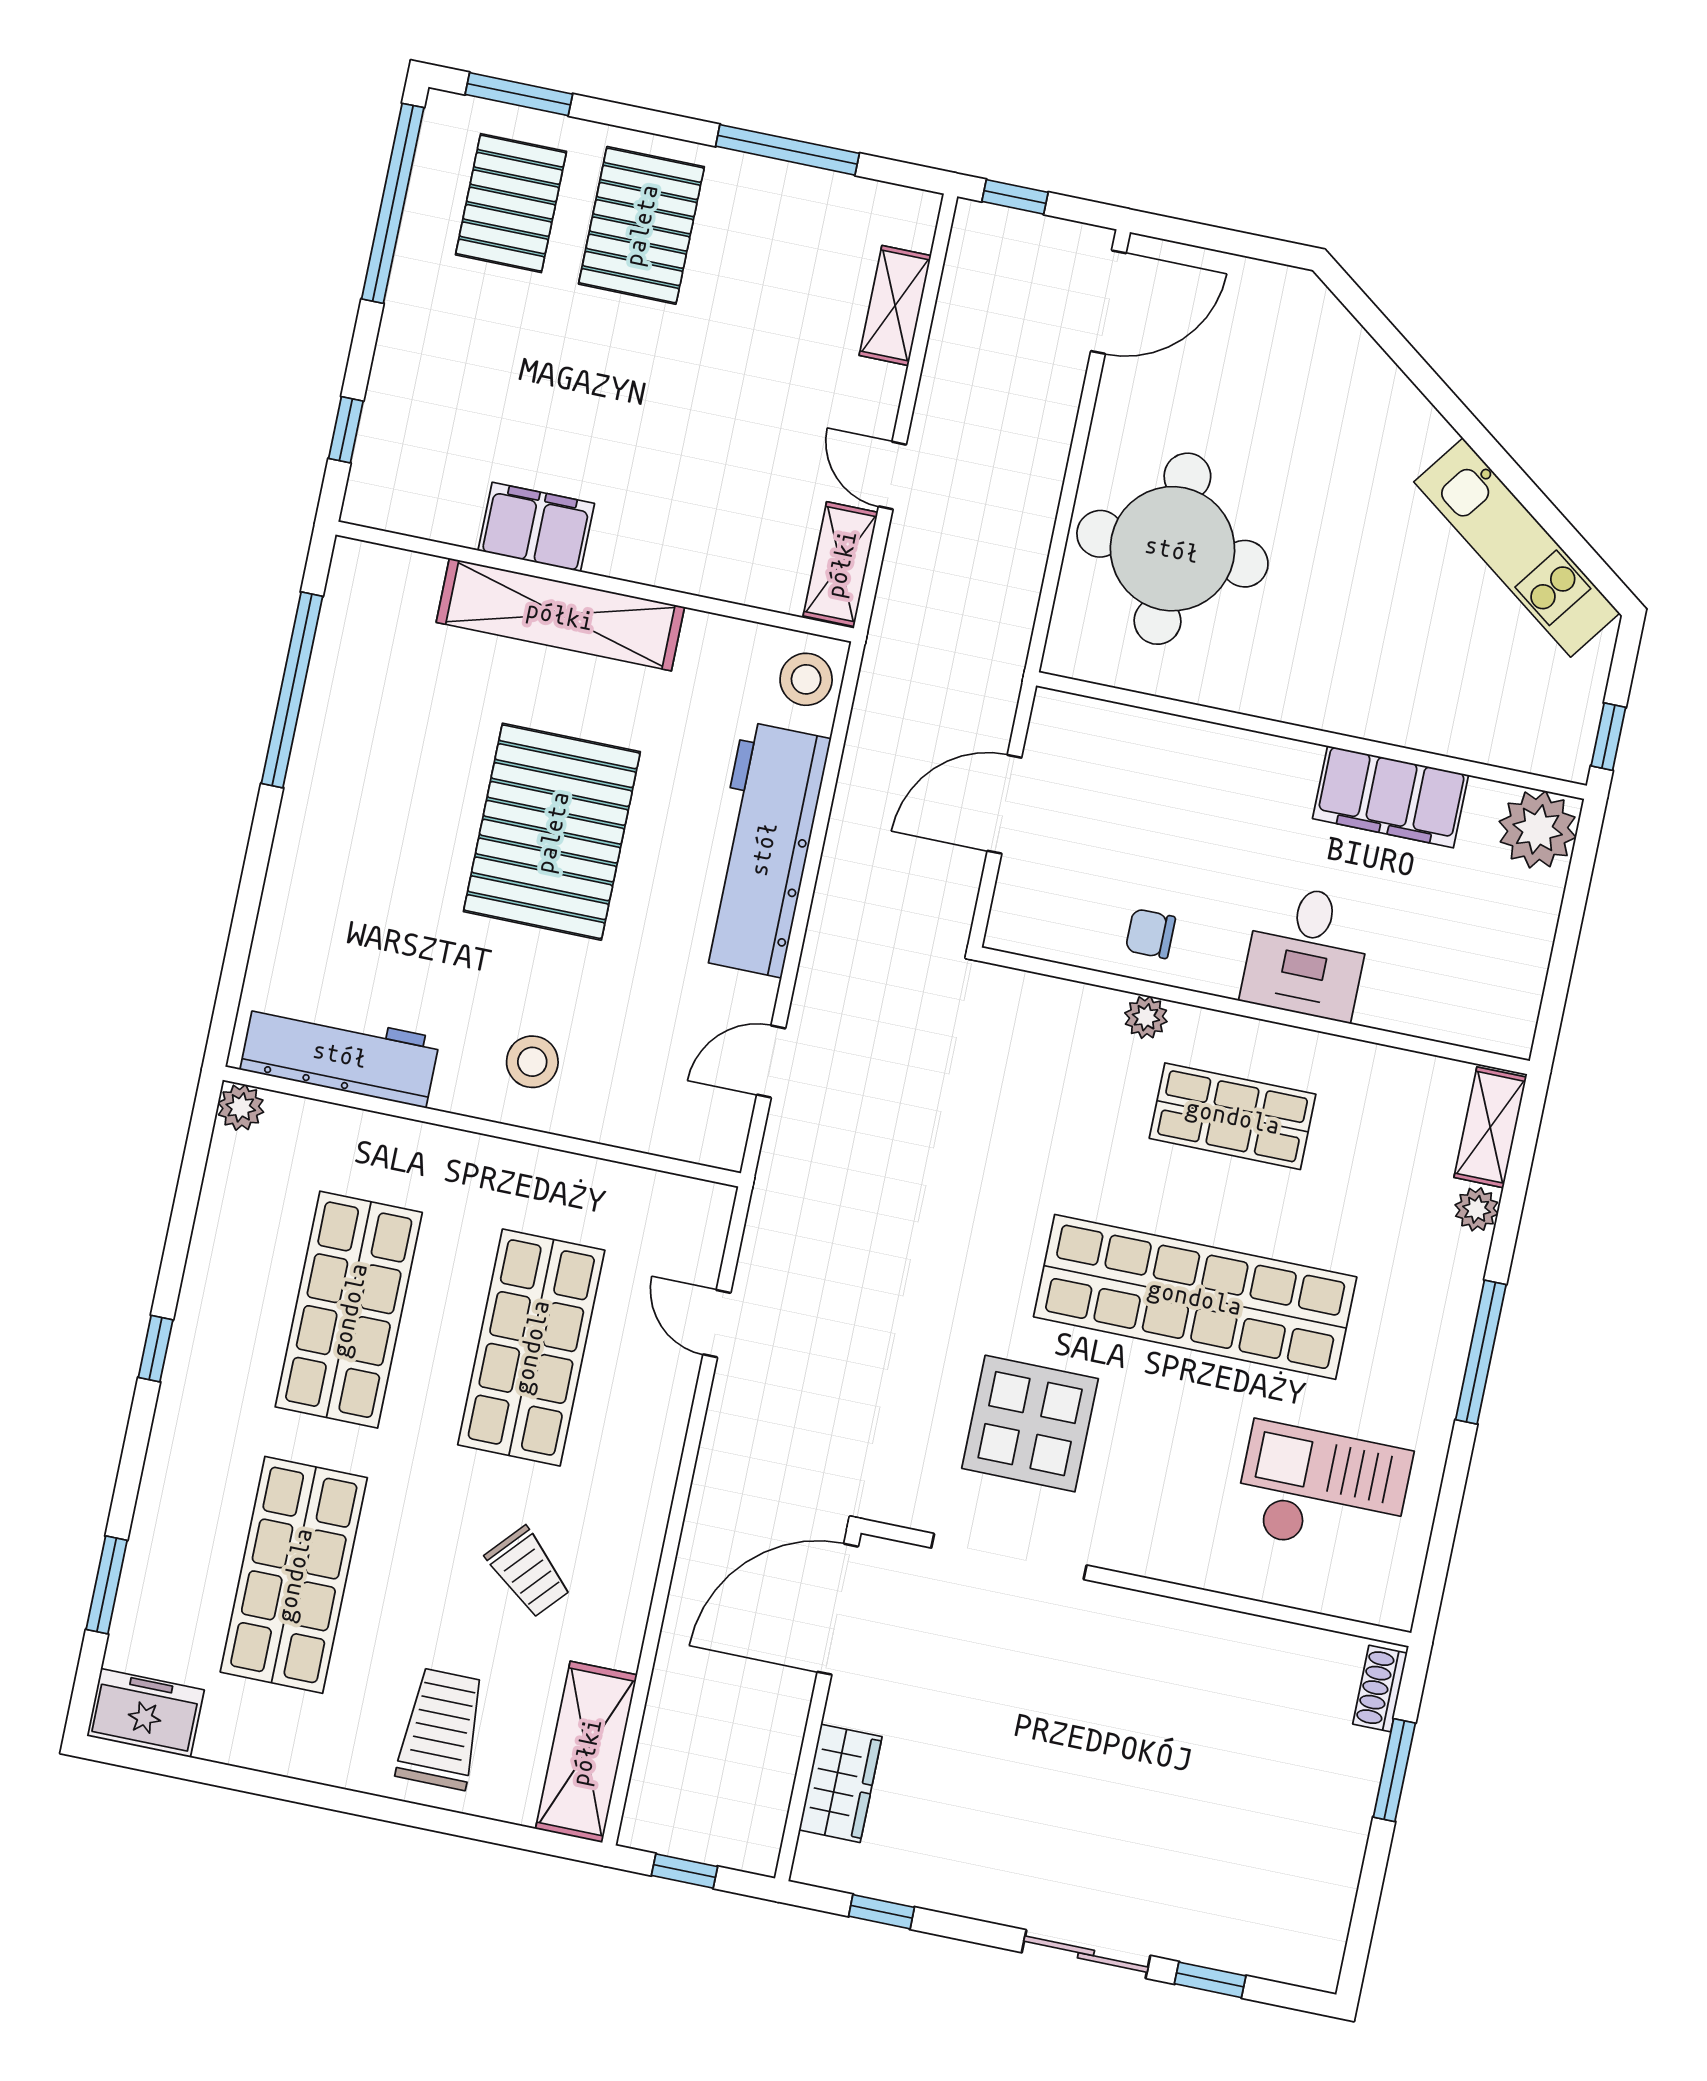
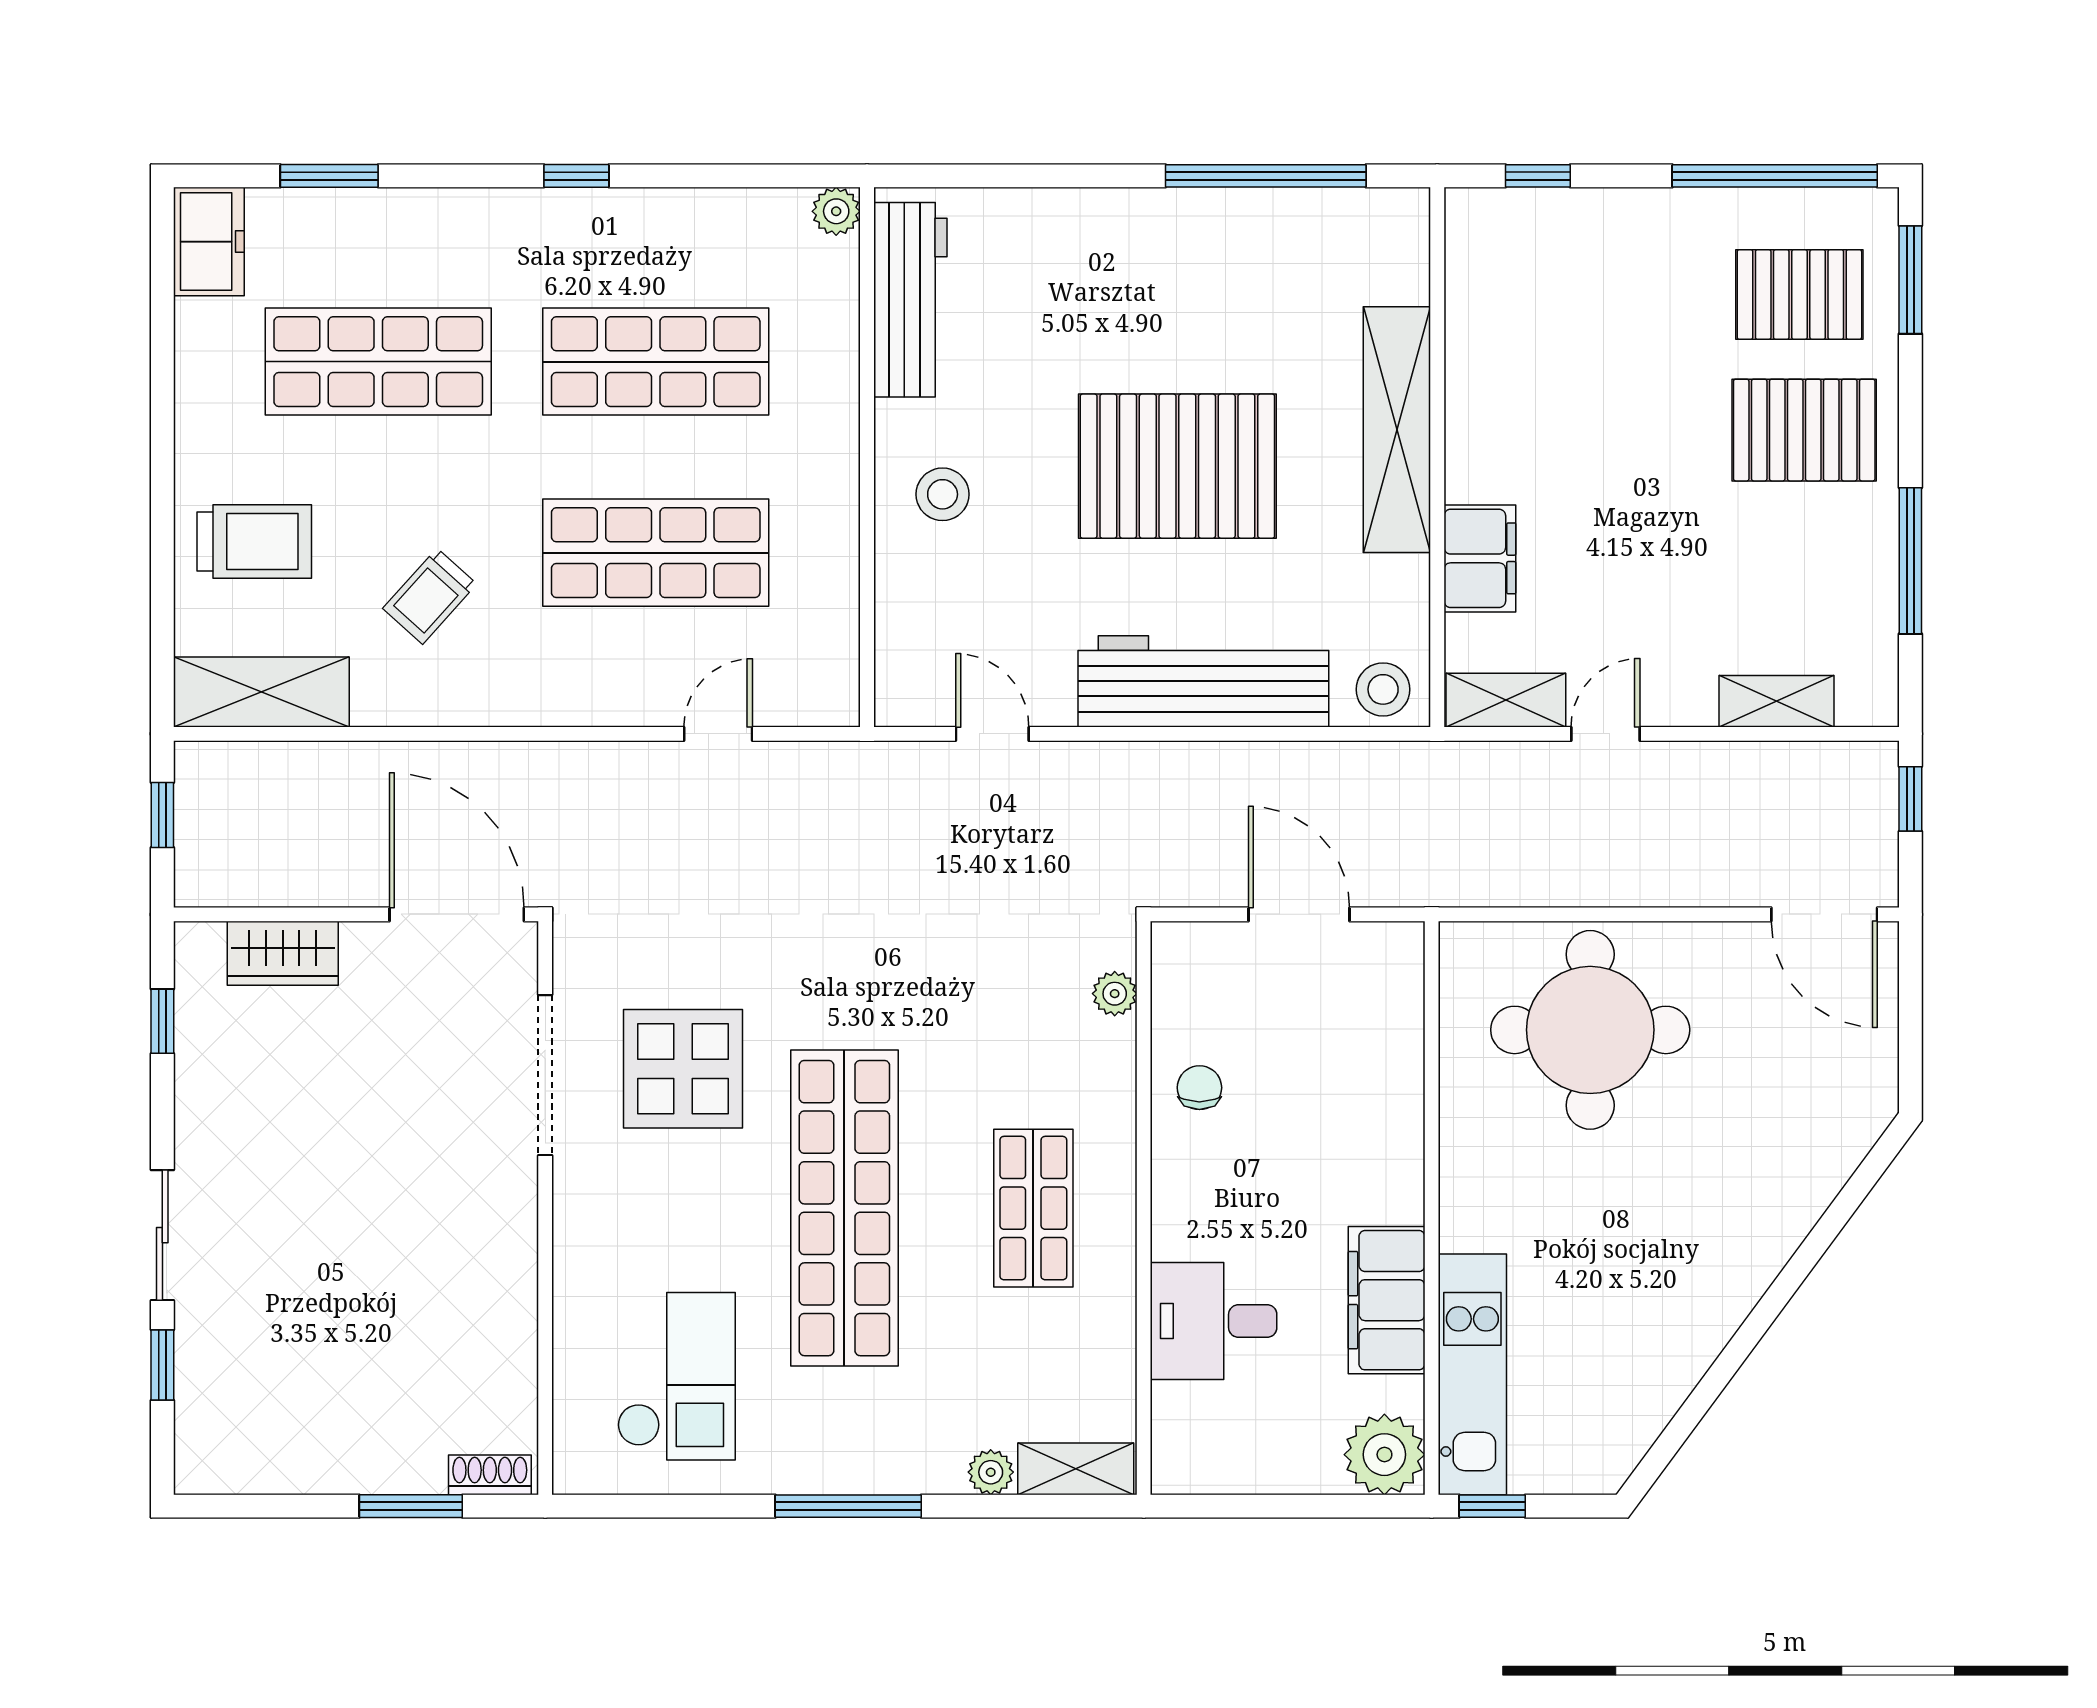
filing cabinet: (536, 527) -> (1480, 558), moved
kitchen unit: (1517, 547) -> (1472, 1374), moved, turned 144
desk: (1307, 952) -> (1214, 1321), moved
plant: (1146, 1017) -> (1115, 994), moved

